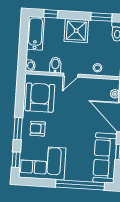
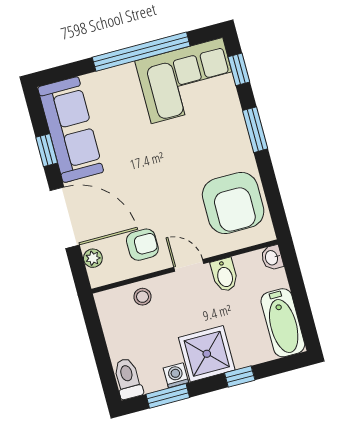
window: (51, 14) -> (240, 377), moved
washing machine: (94, 25) -> (176, 375), added
door: (71, 75) -> (189, 265), hinge flipped
armchair: (38, 129) -> (142, 245), moved
window: (80, 185) -> (141, 52), moved

